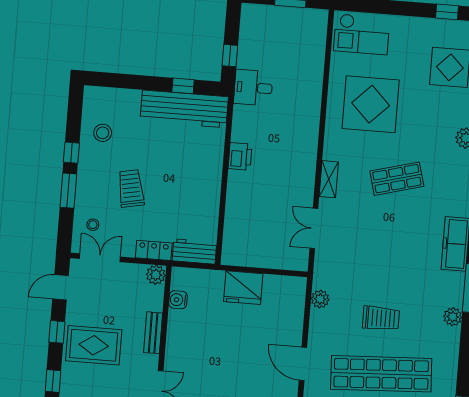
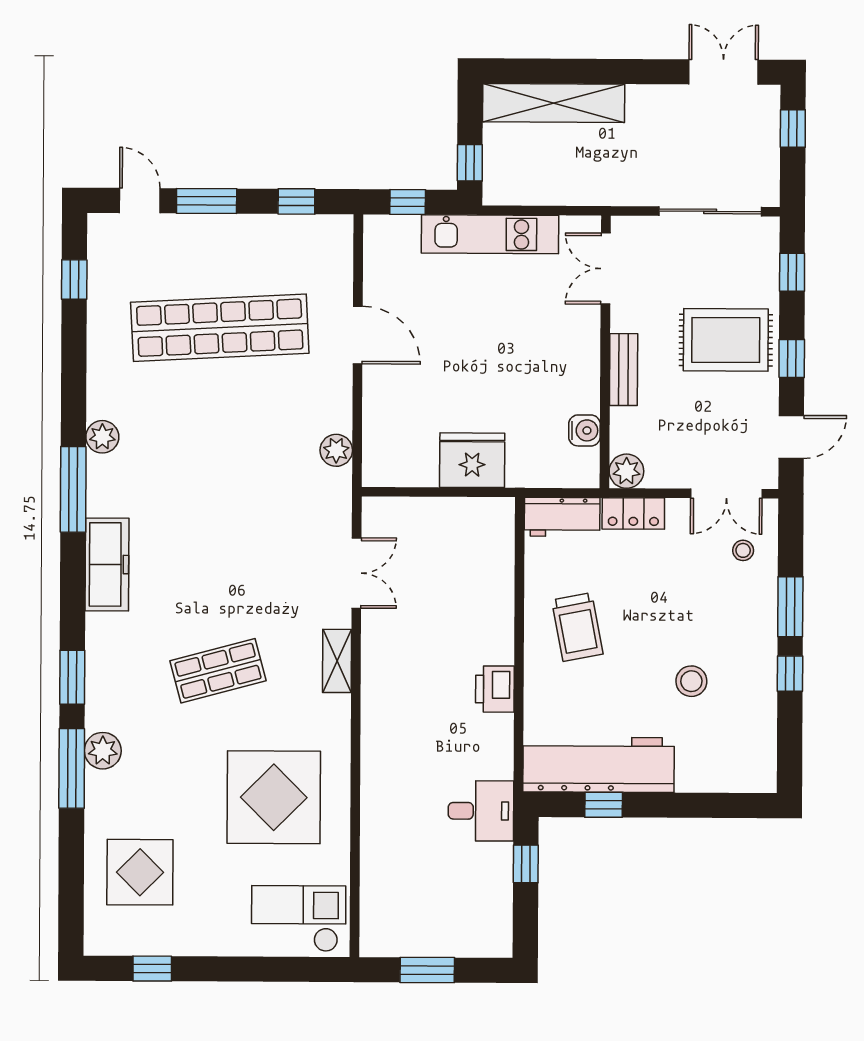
stool: (103, 133) -> (691, 681), moved
trolley: (131, 188) -> (577, 627), moved
trolley: (381, 318) -> (227, 425), removed

